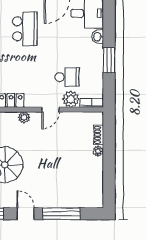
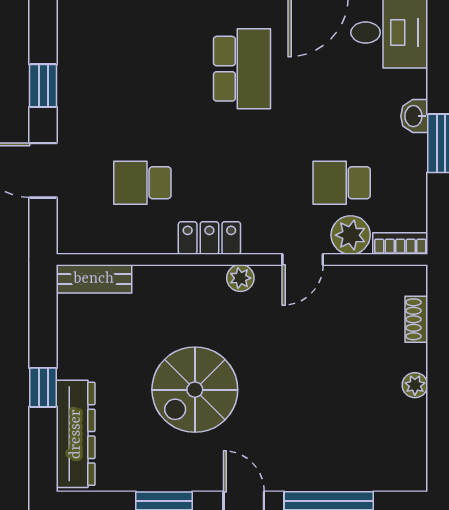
washbasin: (98, 37) -> (414, 116), moved
school desk: (67, 77) -> (342, 183), turned 180
plant: (98, 151) -> (415, 385), moved

